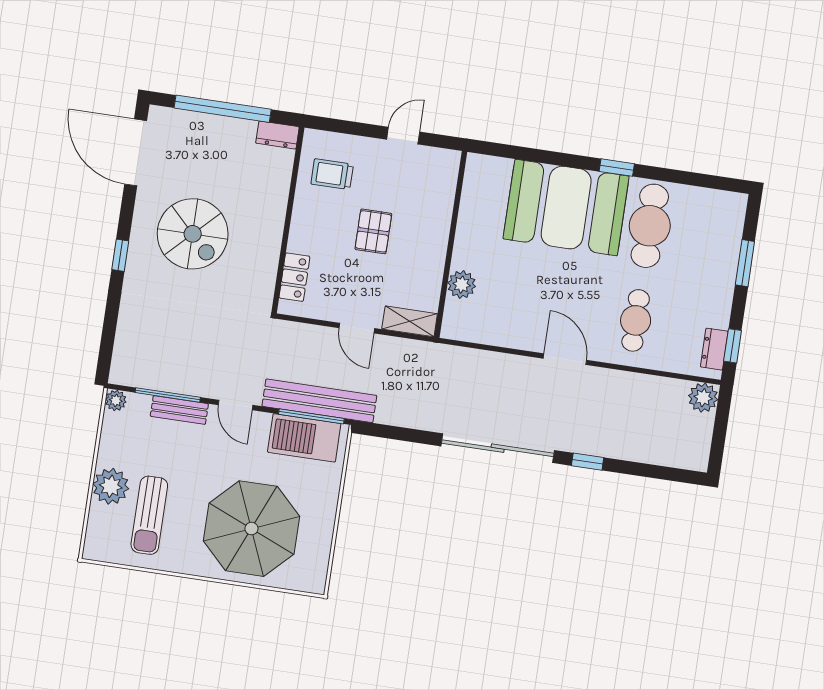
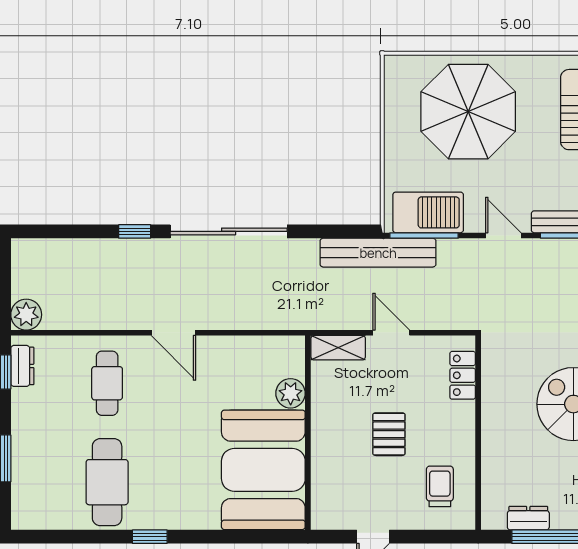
dresser: (277, 135) -> (528, 518), moved
trolley: (332, 174) -> (440, 486), turned -90
booth: (566, 208) -> (263, 470), moved, turned 90
bench: (319, 401) -> (378, 253), moved

